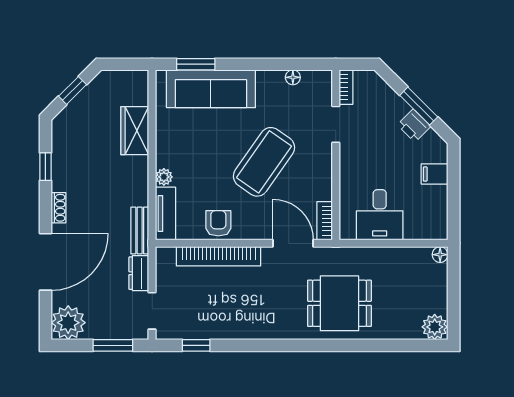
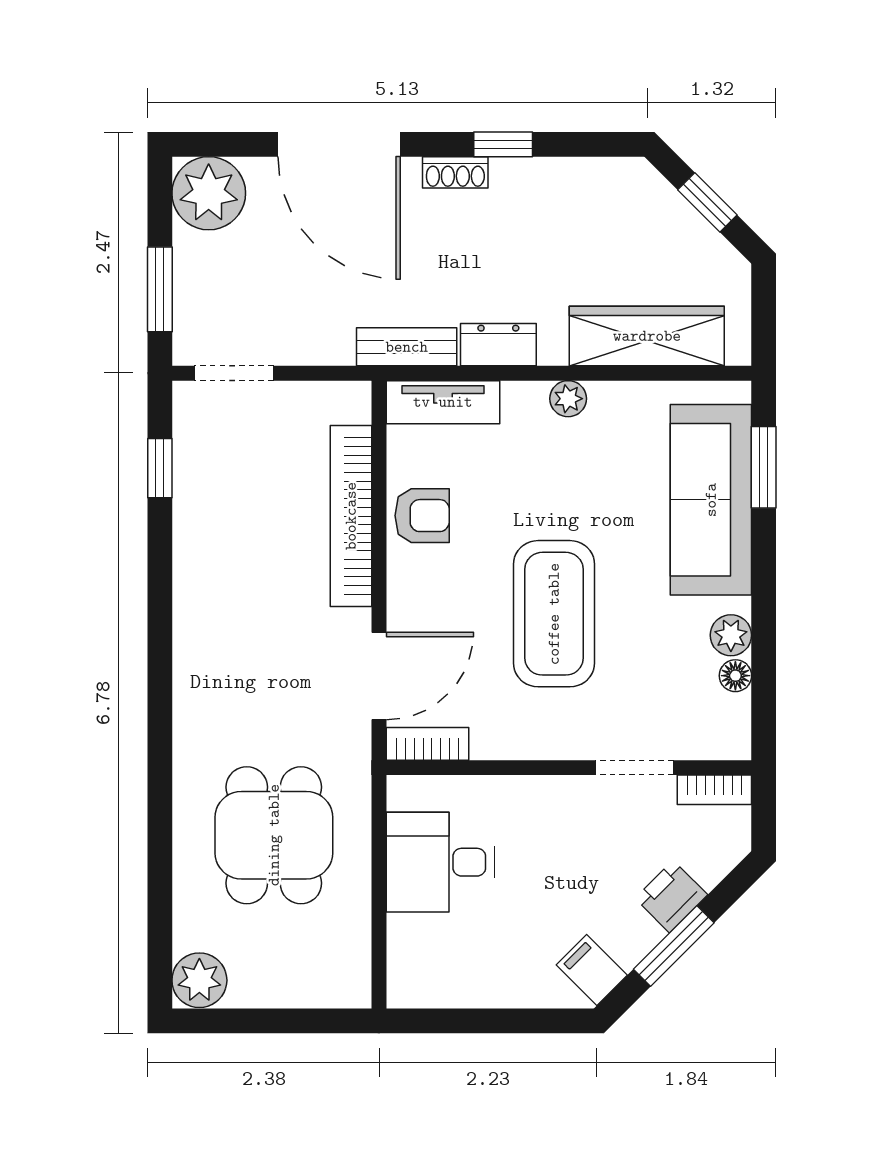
plant: (274, 79) -> (731, 635), added
printer: (414, 126) -> (671, 896), moved
wardrobe: (135, 131) -> (647, 336), width x1.50
coffee table: (264, 162) -> (554, 614), turned 55
window: (45, 167) -> (503, 144), moved
filing cabinet: (435, 174) -> (592, 970), moved, turned -45
plant: (164, 177) -> (568, 399), moved
floor lamp: (440, 255) -> (355, 992), removed
dresser: (139, 273) -> (498, 345), moved
dining table: (339, 303) -> (274, 835), moved

